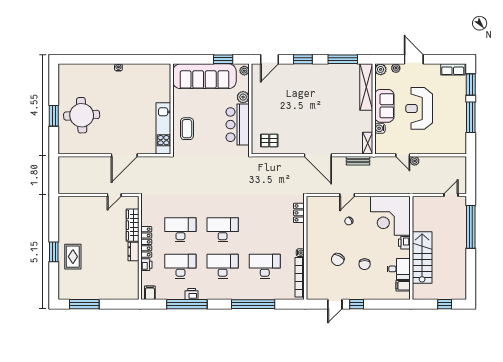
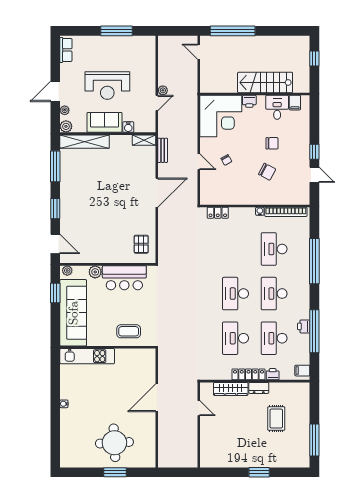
window: (471, 84) -> (82, 31), removed
kitchen unit: (163, 128) -> (87, 356), moved
door: (124, 155) -> (157, 398), swing flipped
rug: (73, 257) -> (276, 419), moved, turned 90

